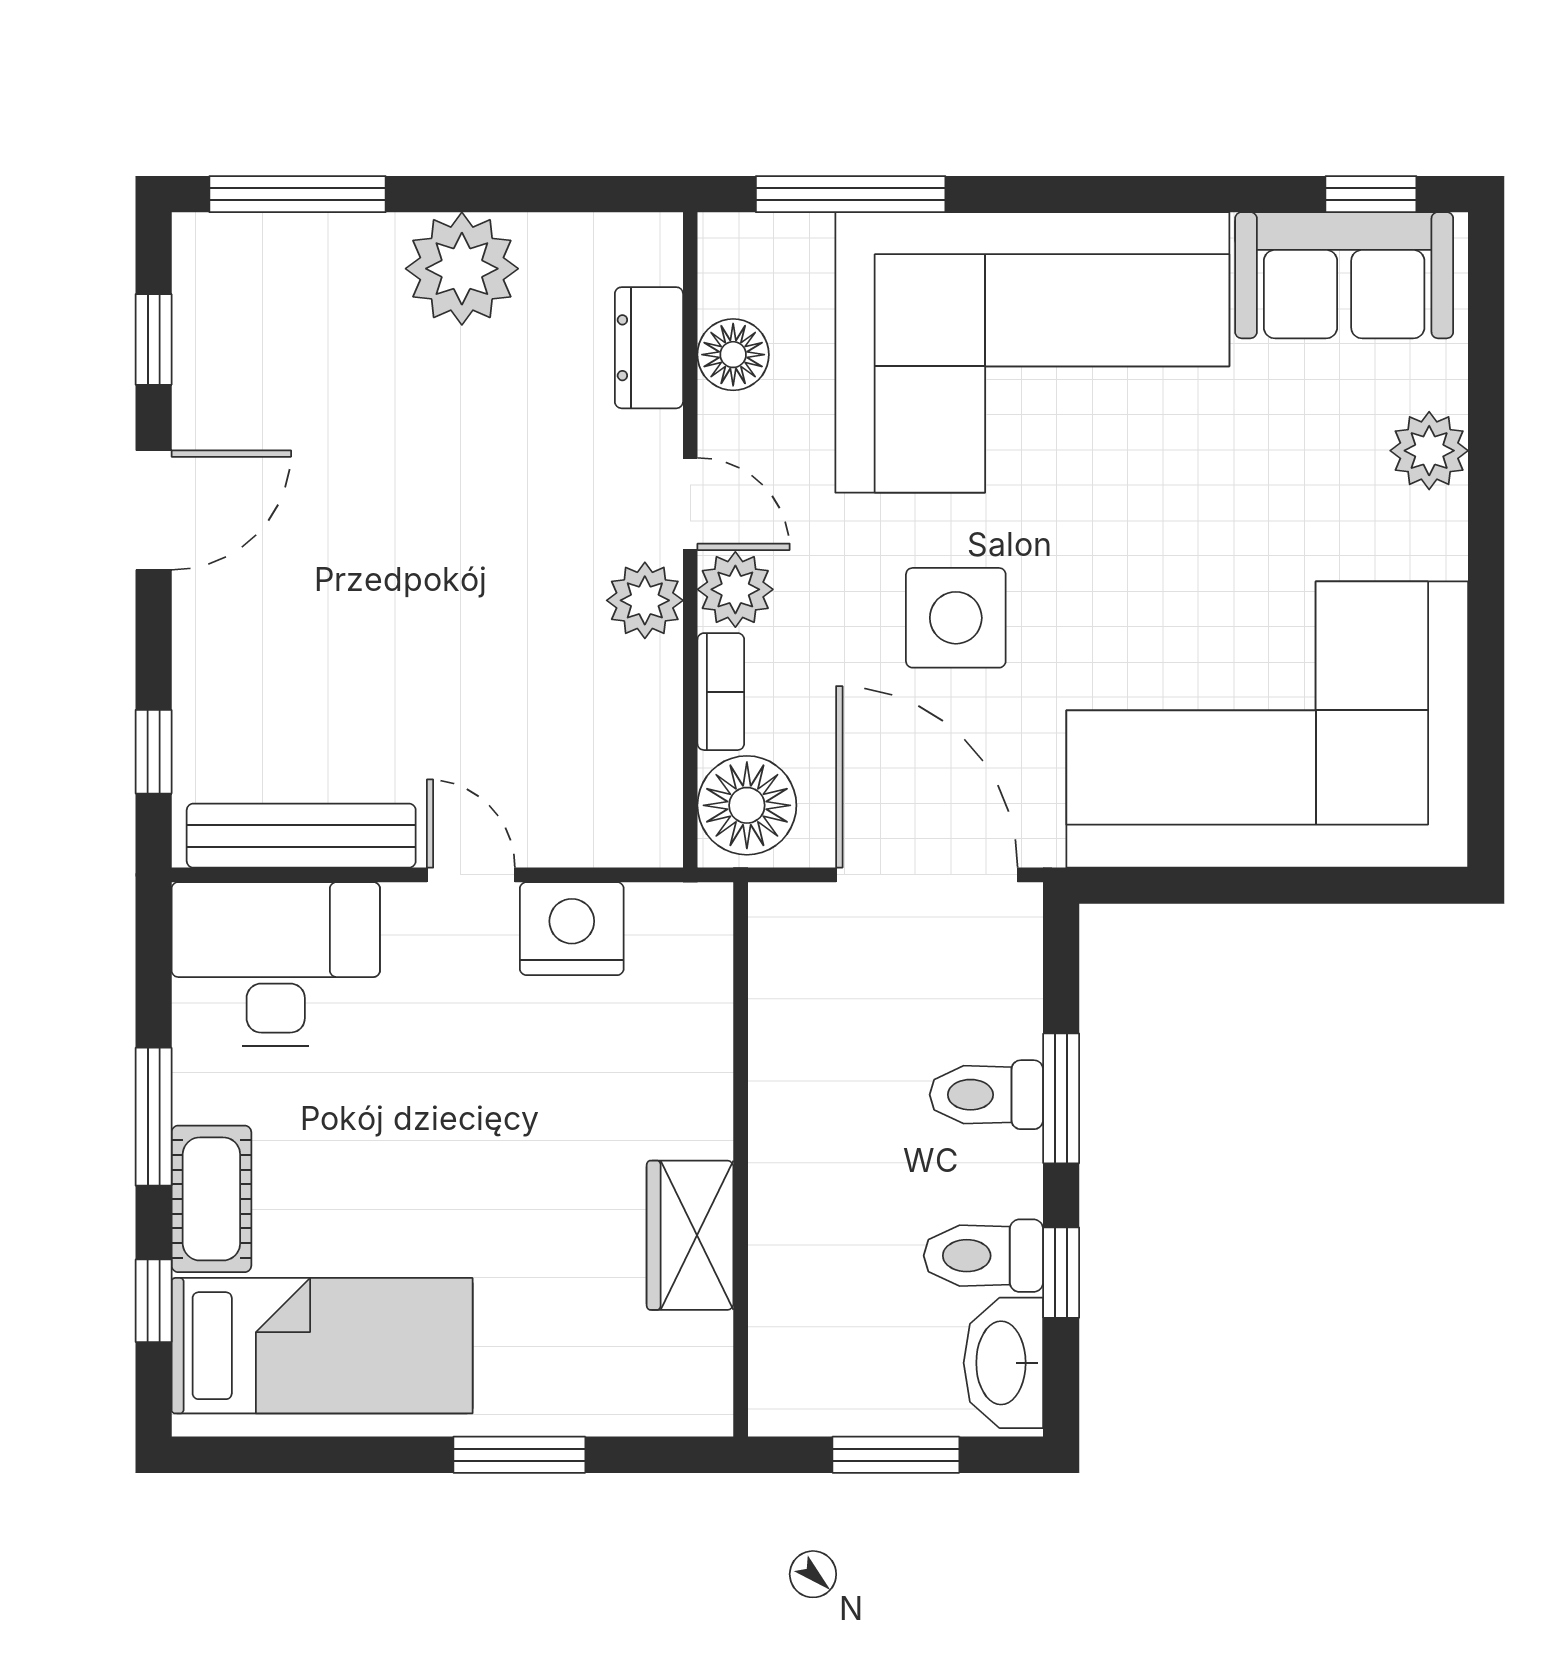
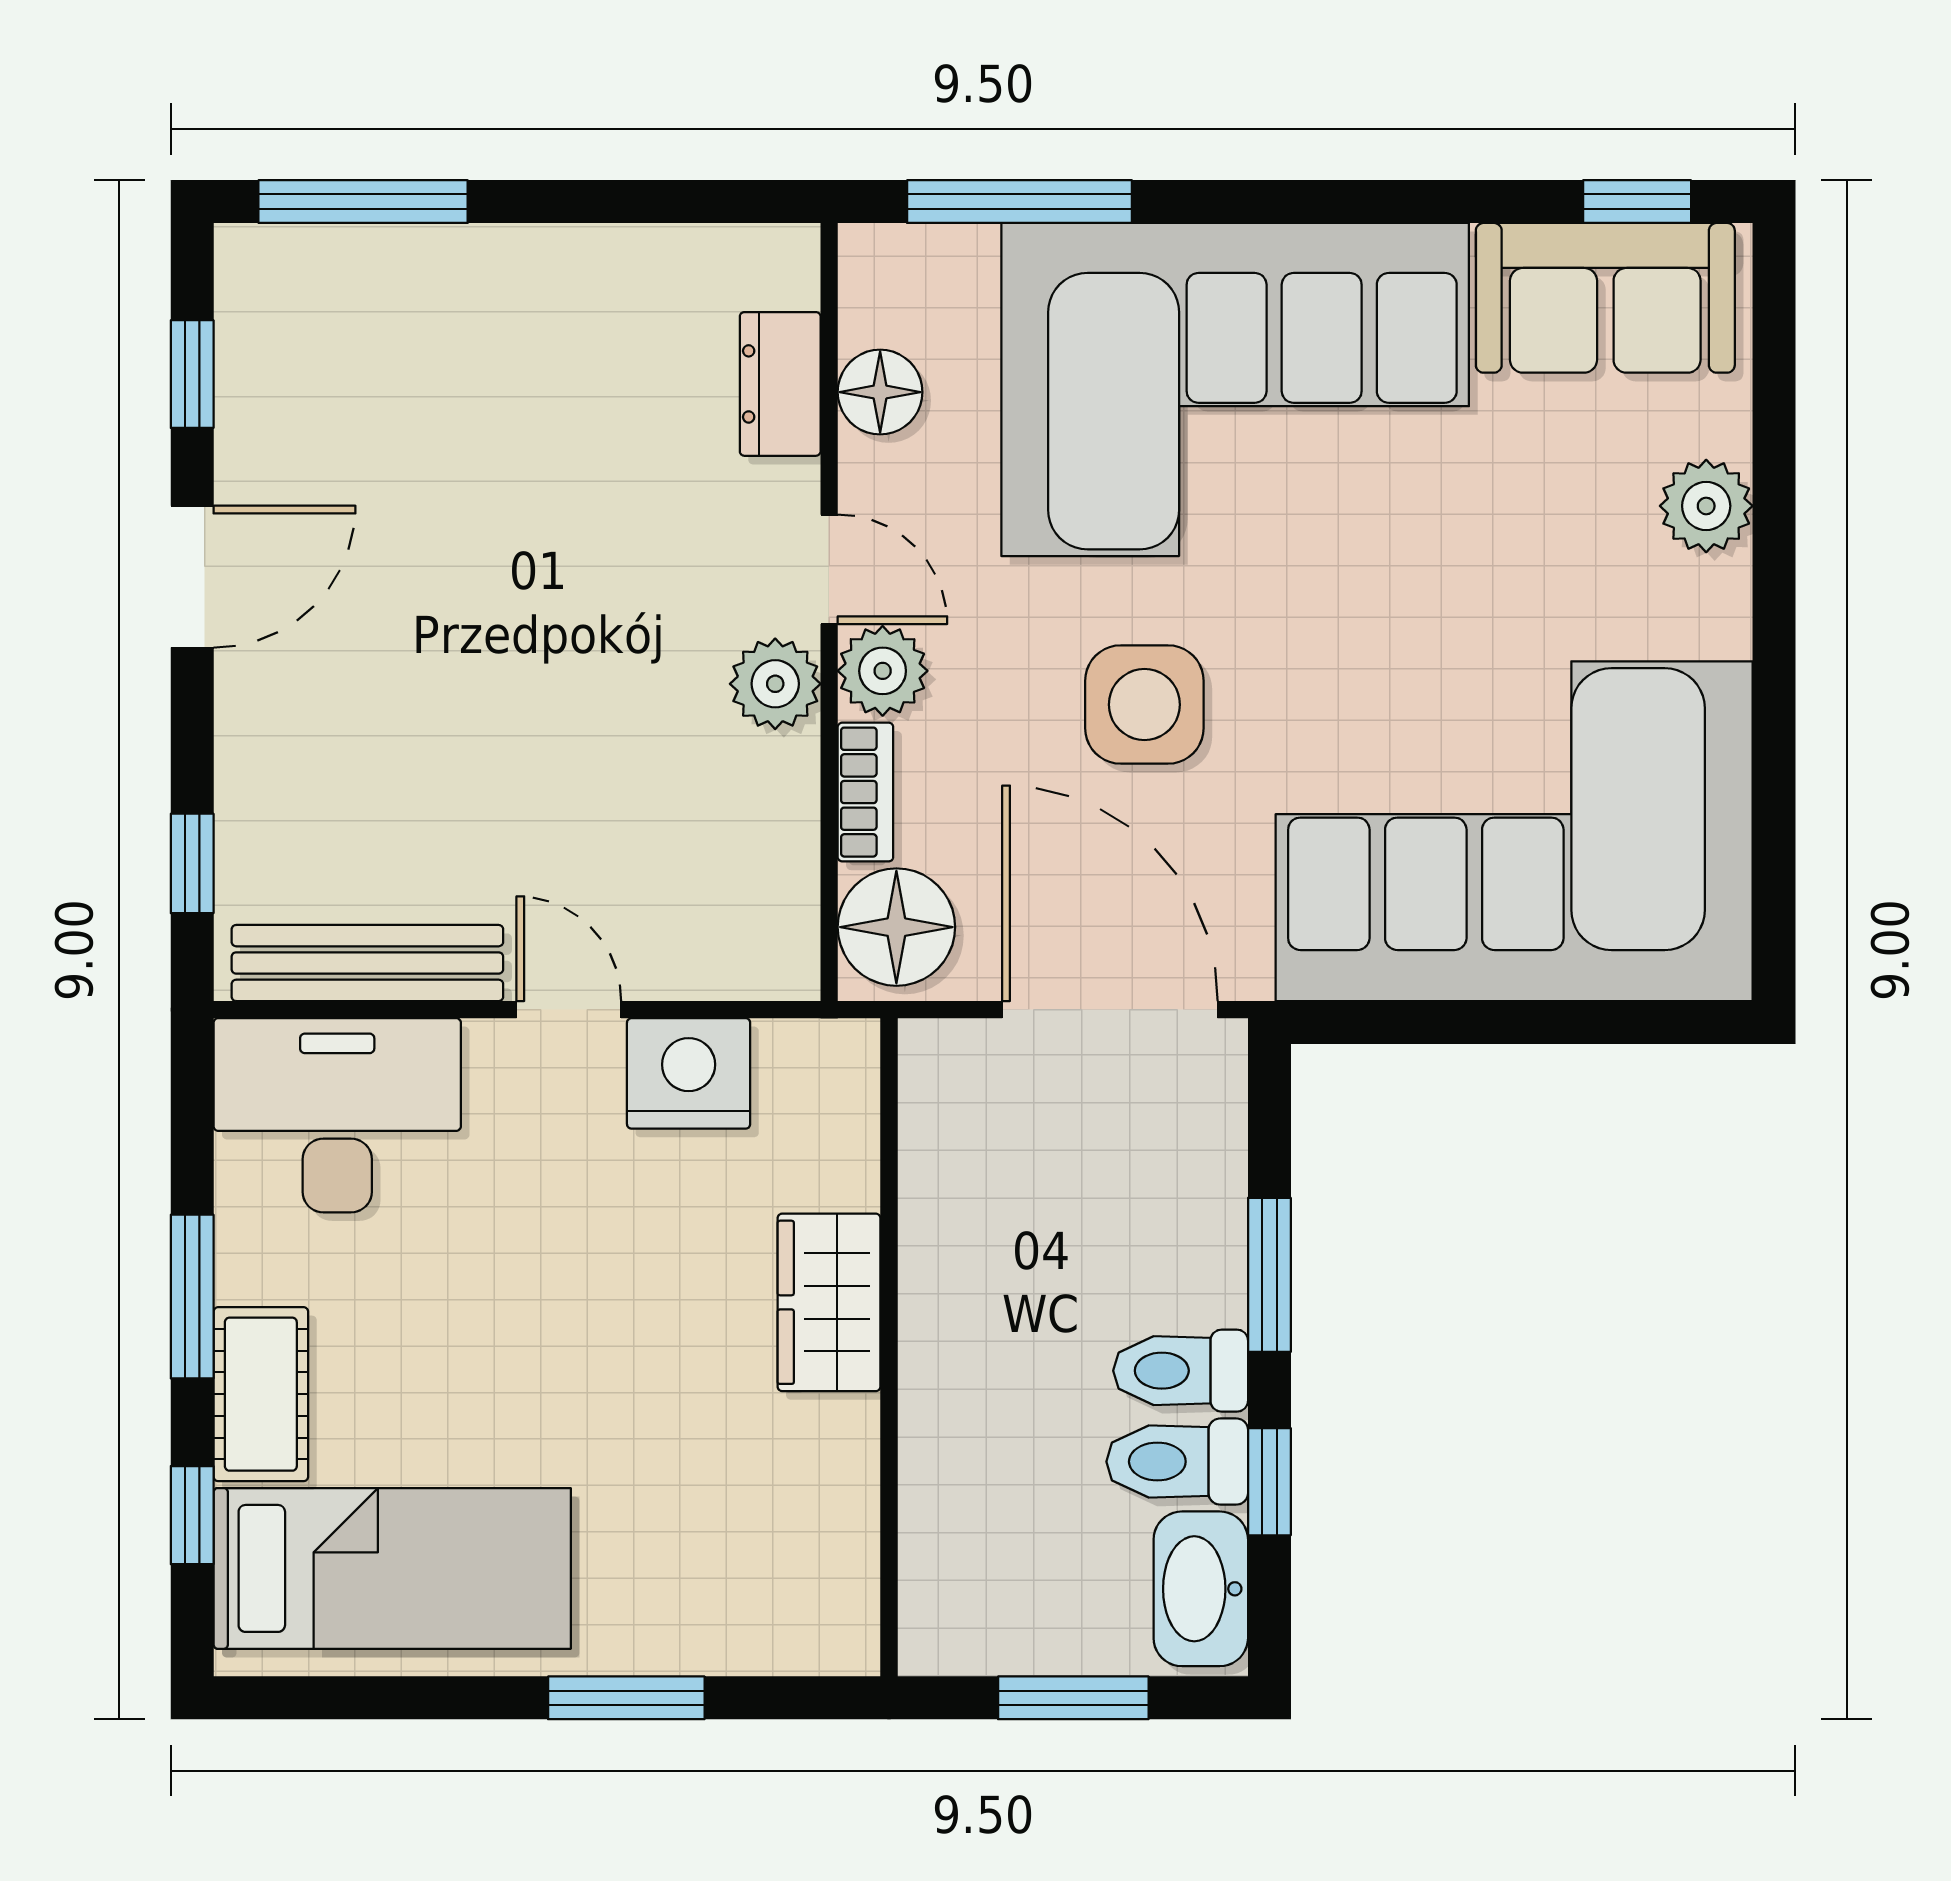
plant: (462, 269) -> (558, 290), removed
toilet: (986, 1095) -> (1181, 1371), moved
wardrobe: (690, 1235) -> (829, 1302), moved

